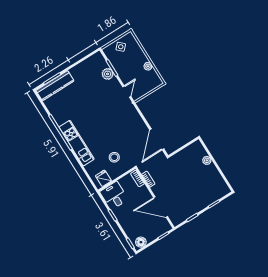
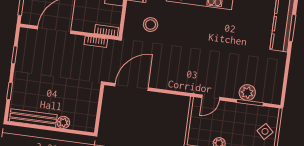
door: (127, 92) -> (211, 97), hinge flipped
door: (157, 139) -> (132, 87), hinge flipped
bench: (218, 179) -> (33, 118), added

